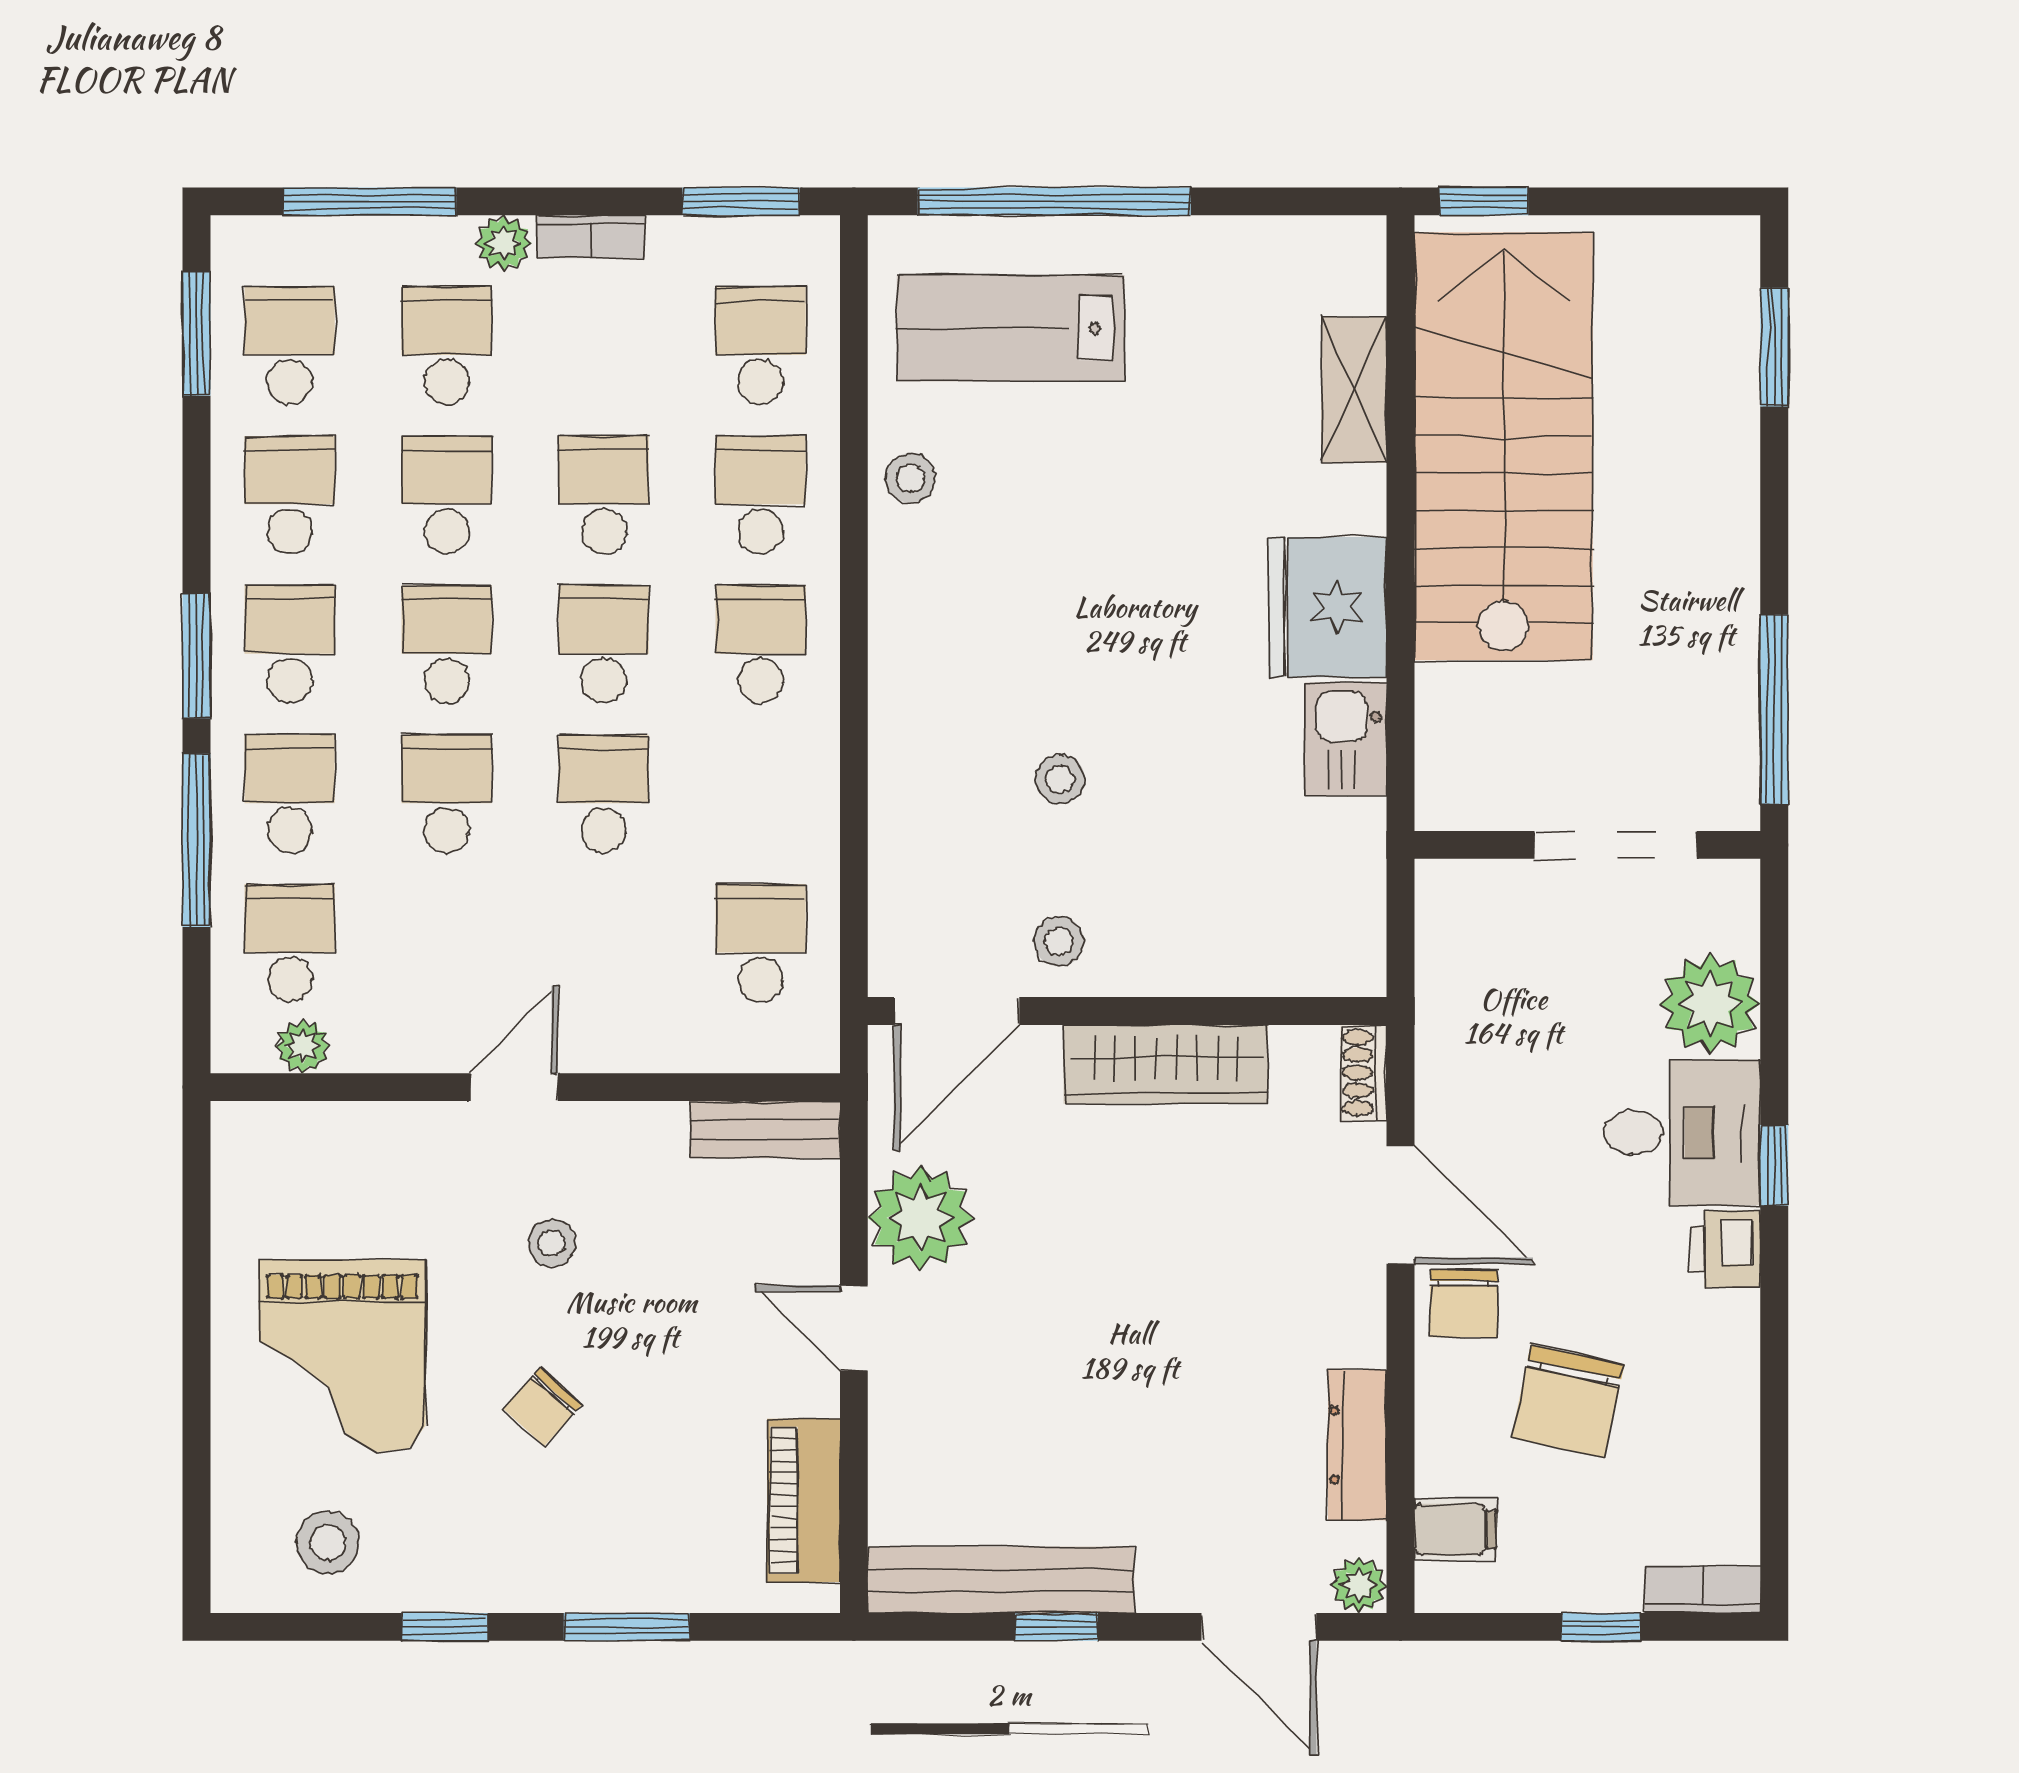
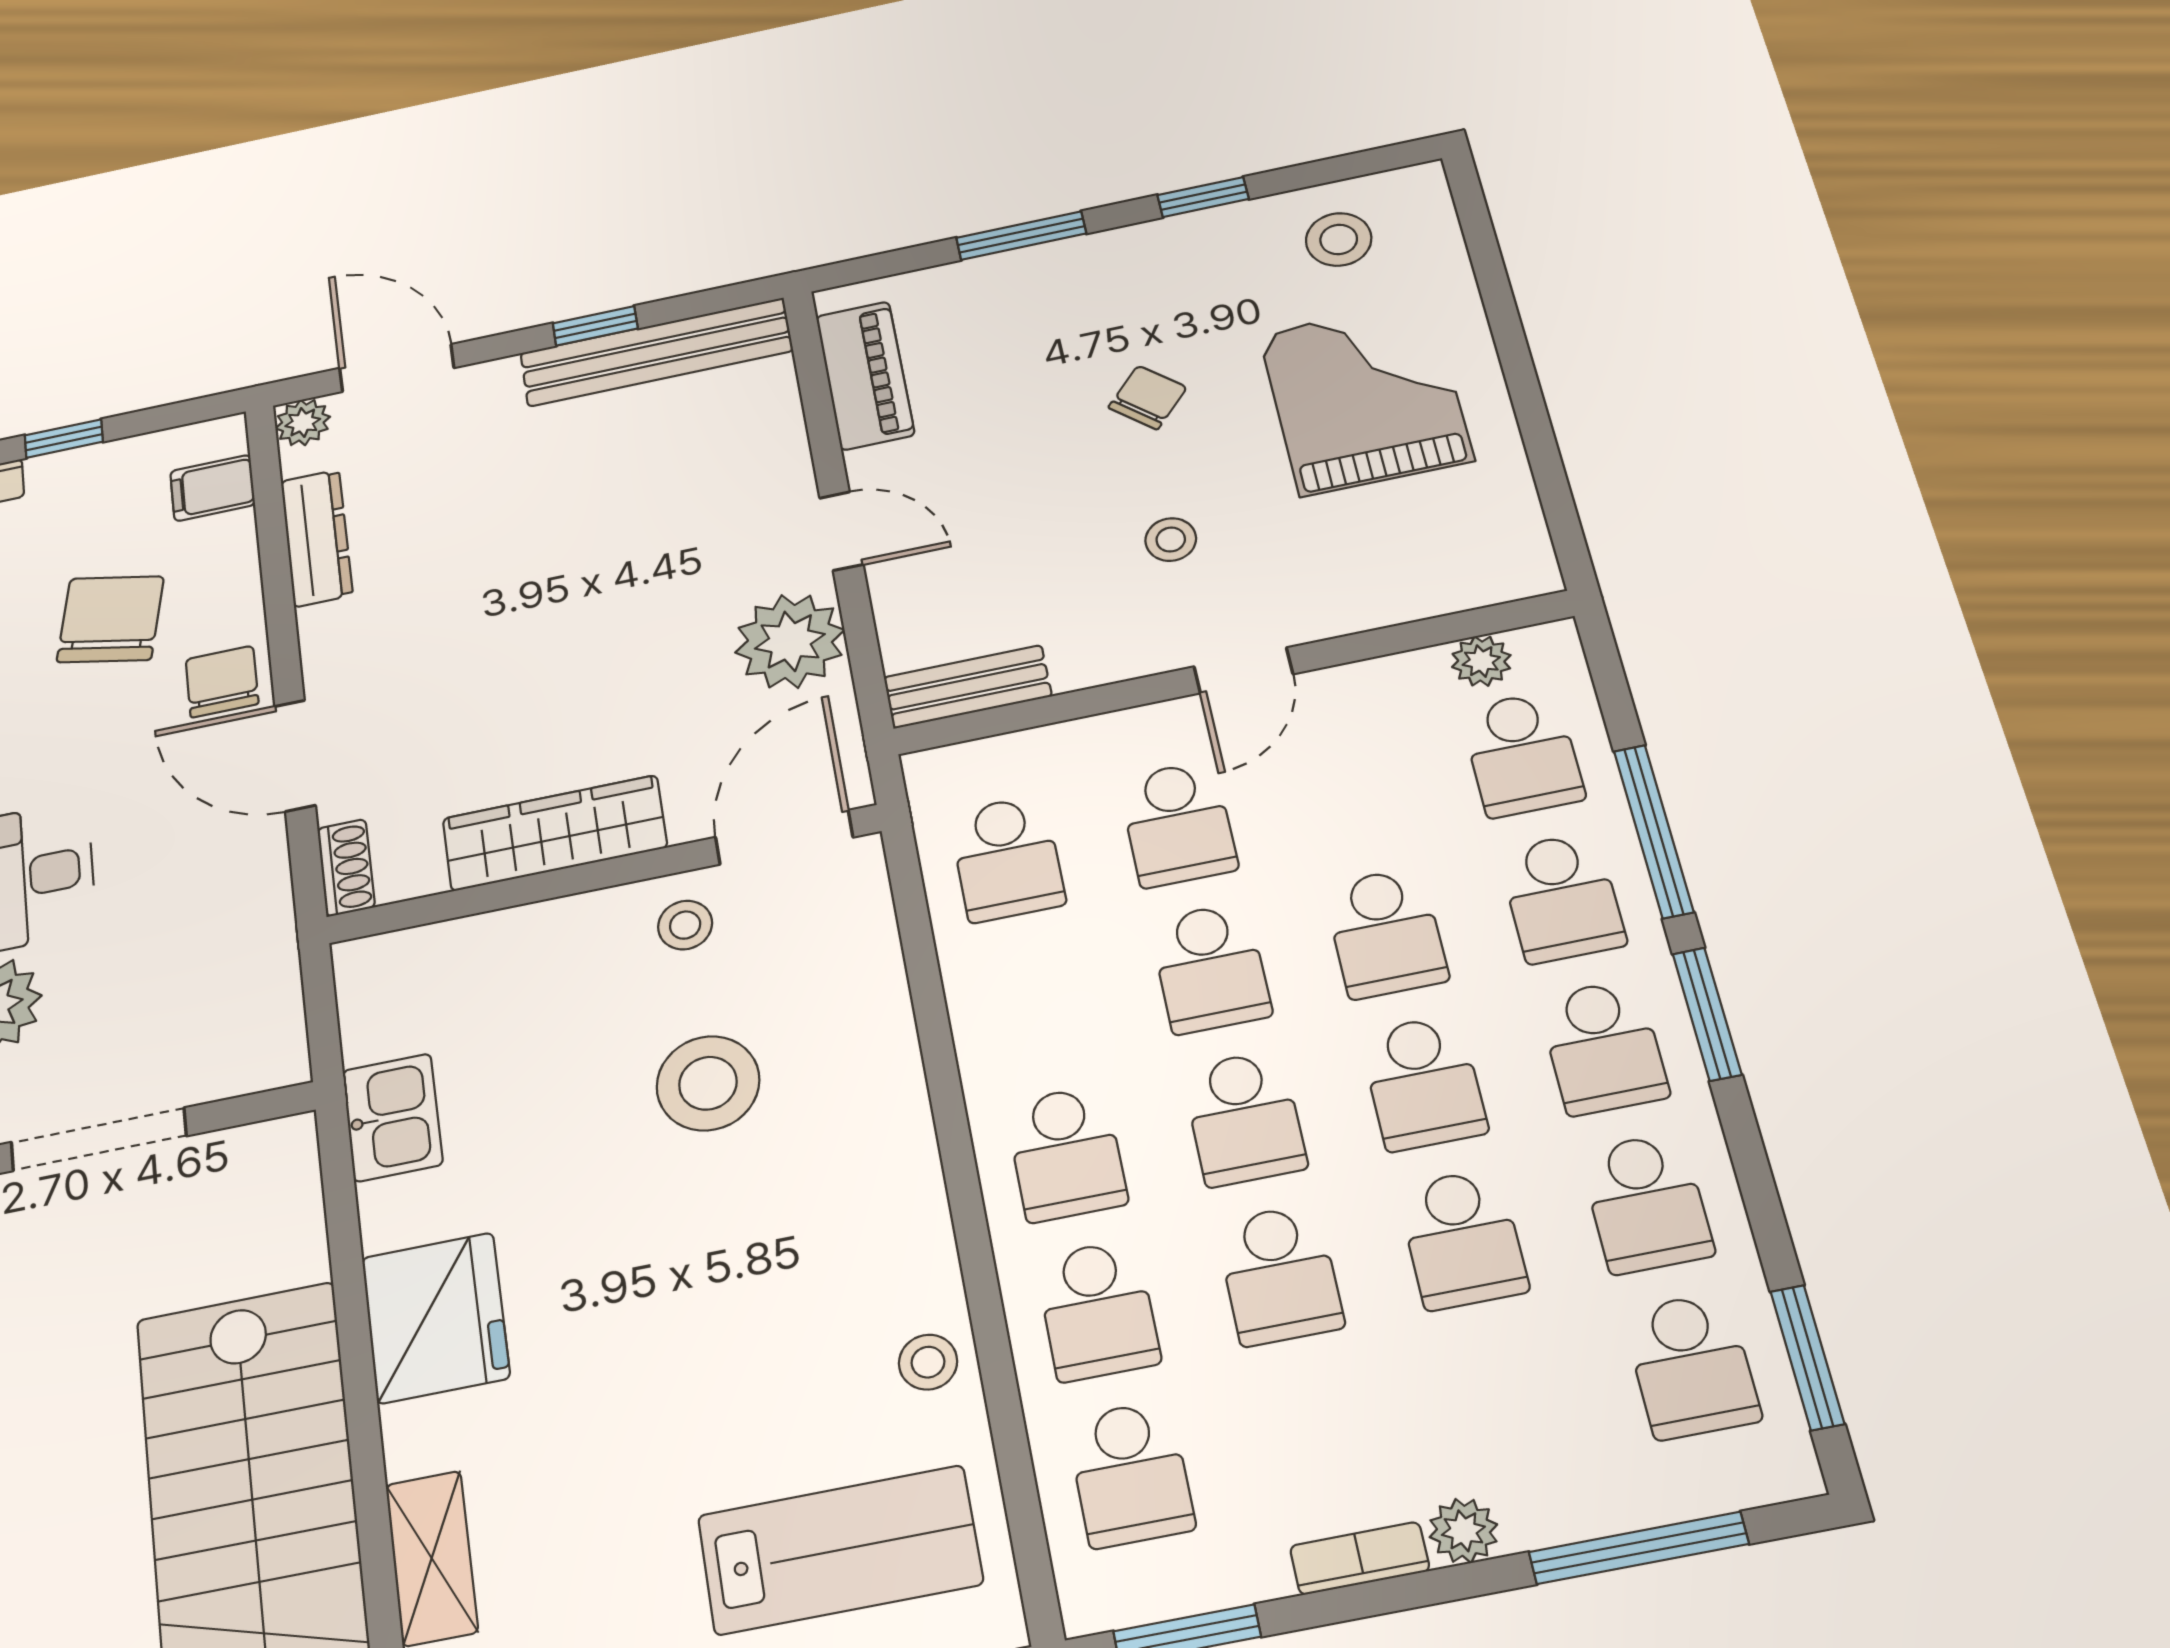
school desk: (447, 345) -> (1178, 824), moved
kitchen sink: (1346, 739) -> (392, 1117), moved
stool: (1060, 779) -> (708, 1083), width x1.89, depth x1.89

